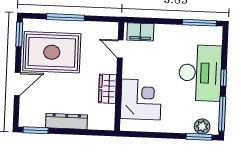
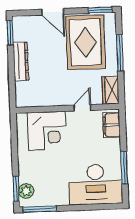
window: (199, 23) -> (124, 168), moved
door: (120, 49) -> (82, 108), moved
desk: (200, 73) -> (96, 184), moved
window: (224, 78) -> (74, 208), removed
wardrobe: (108, 89) -> (111, 90), moved, turned -90

